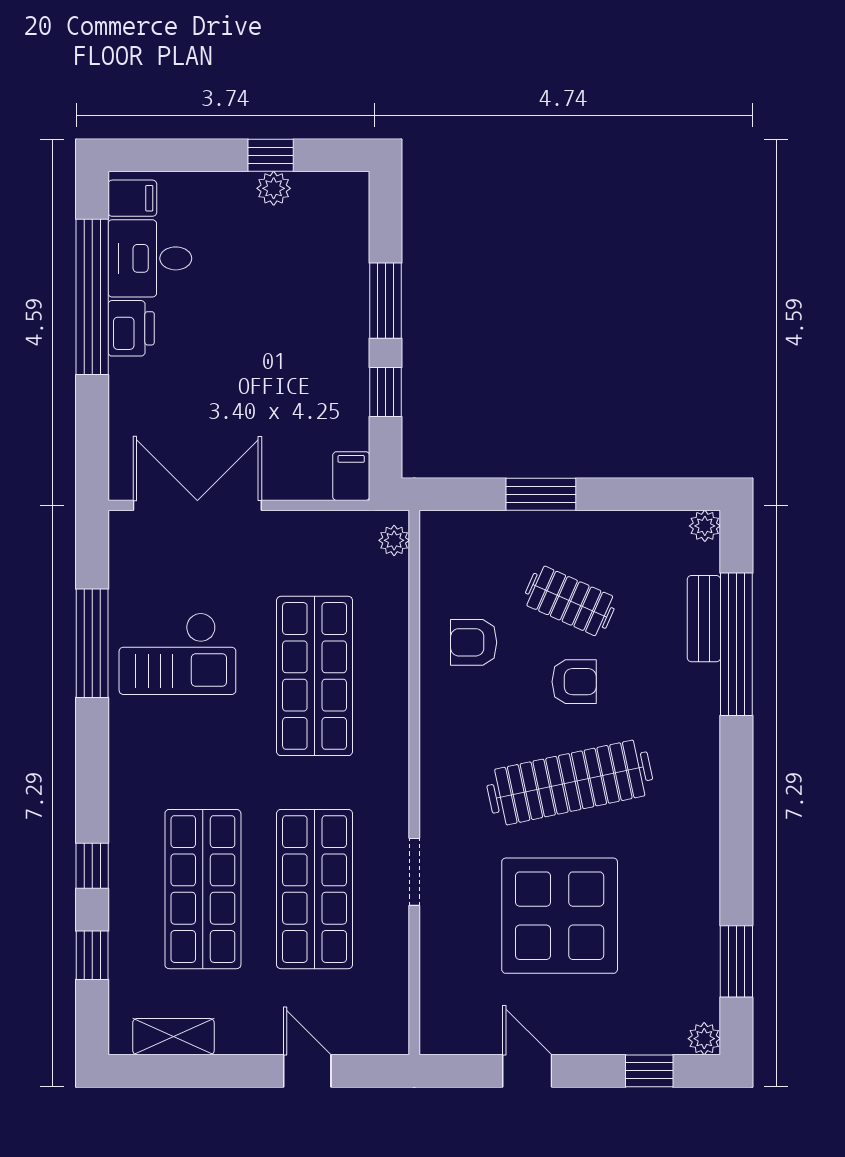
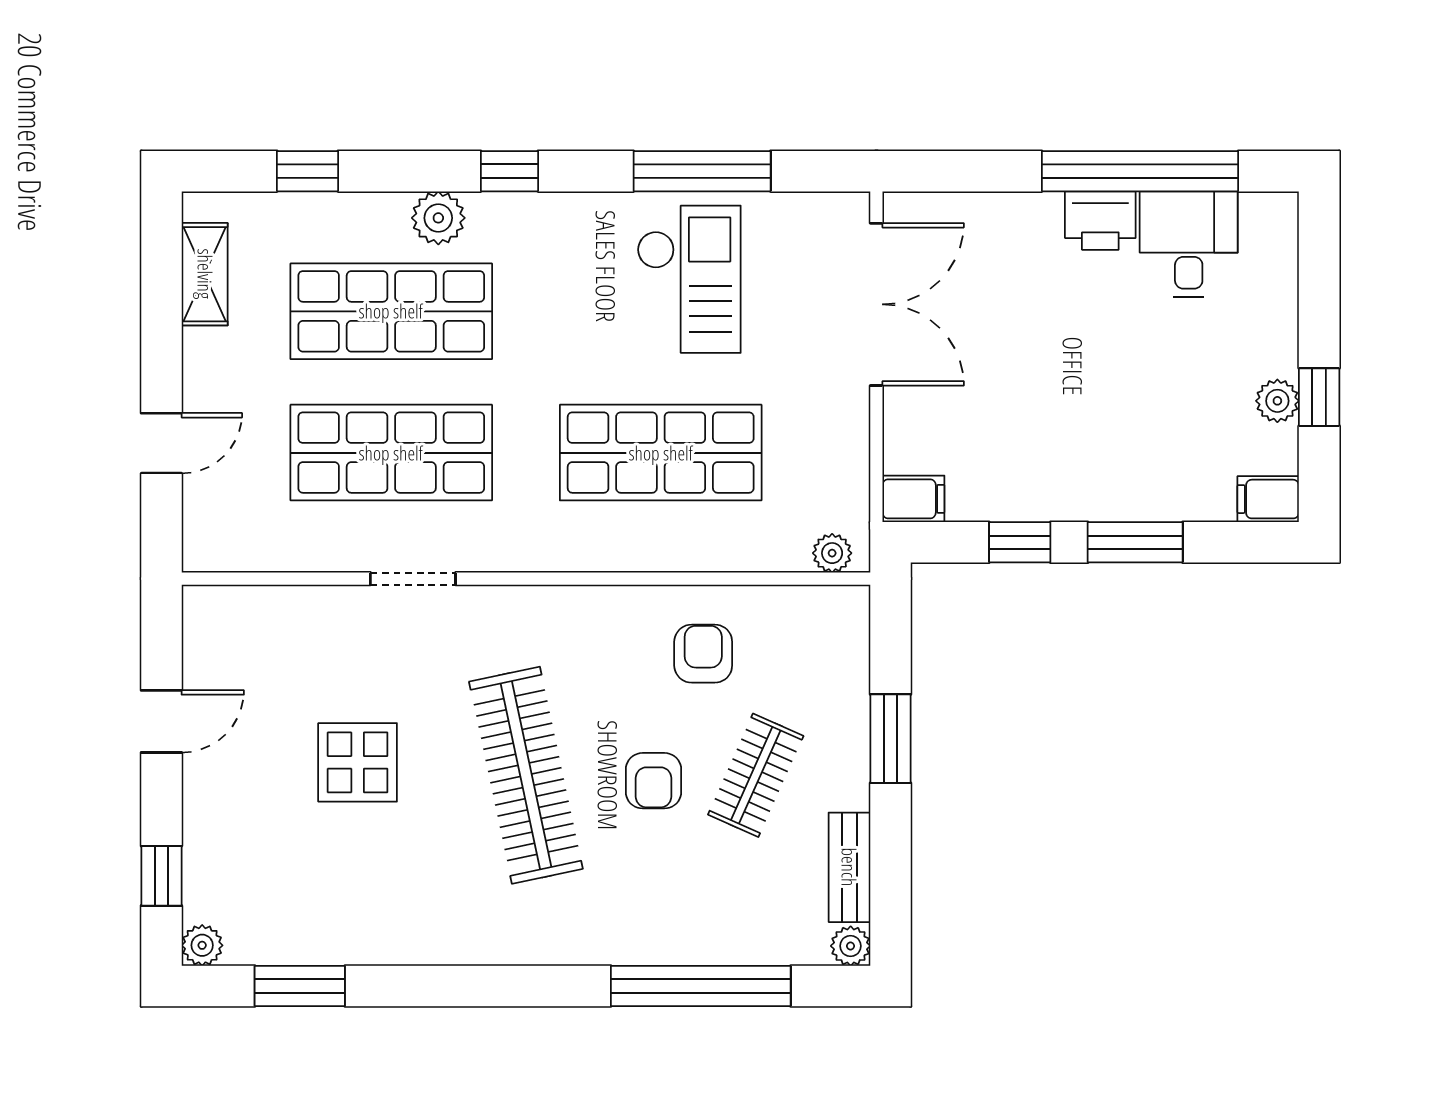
filing cabinet: (132, 198) -> (1268, 499), moved, turned 90
bench: (704, 619) -> (849, 867), moved, turned 90
checkout: (177, 654) -> (689, 279), turned 180
plant: (129, 852) -> (438, 218), added
window: (92, 866) -> (509, 171), moved
display table: (560, 916) -> (358, 762), width x0.54, depth x0.54

